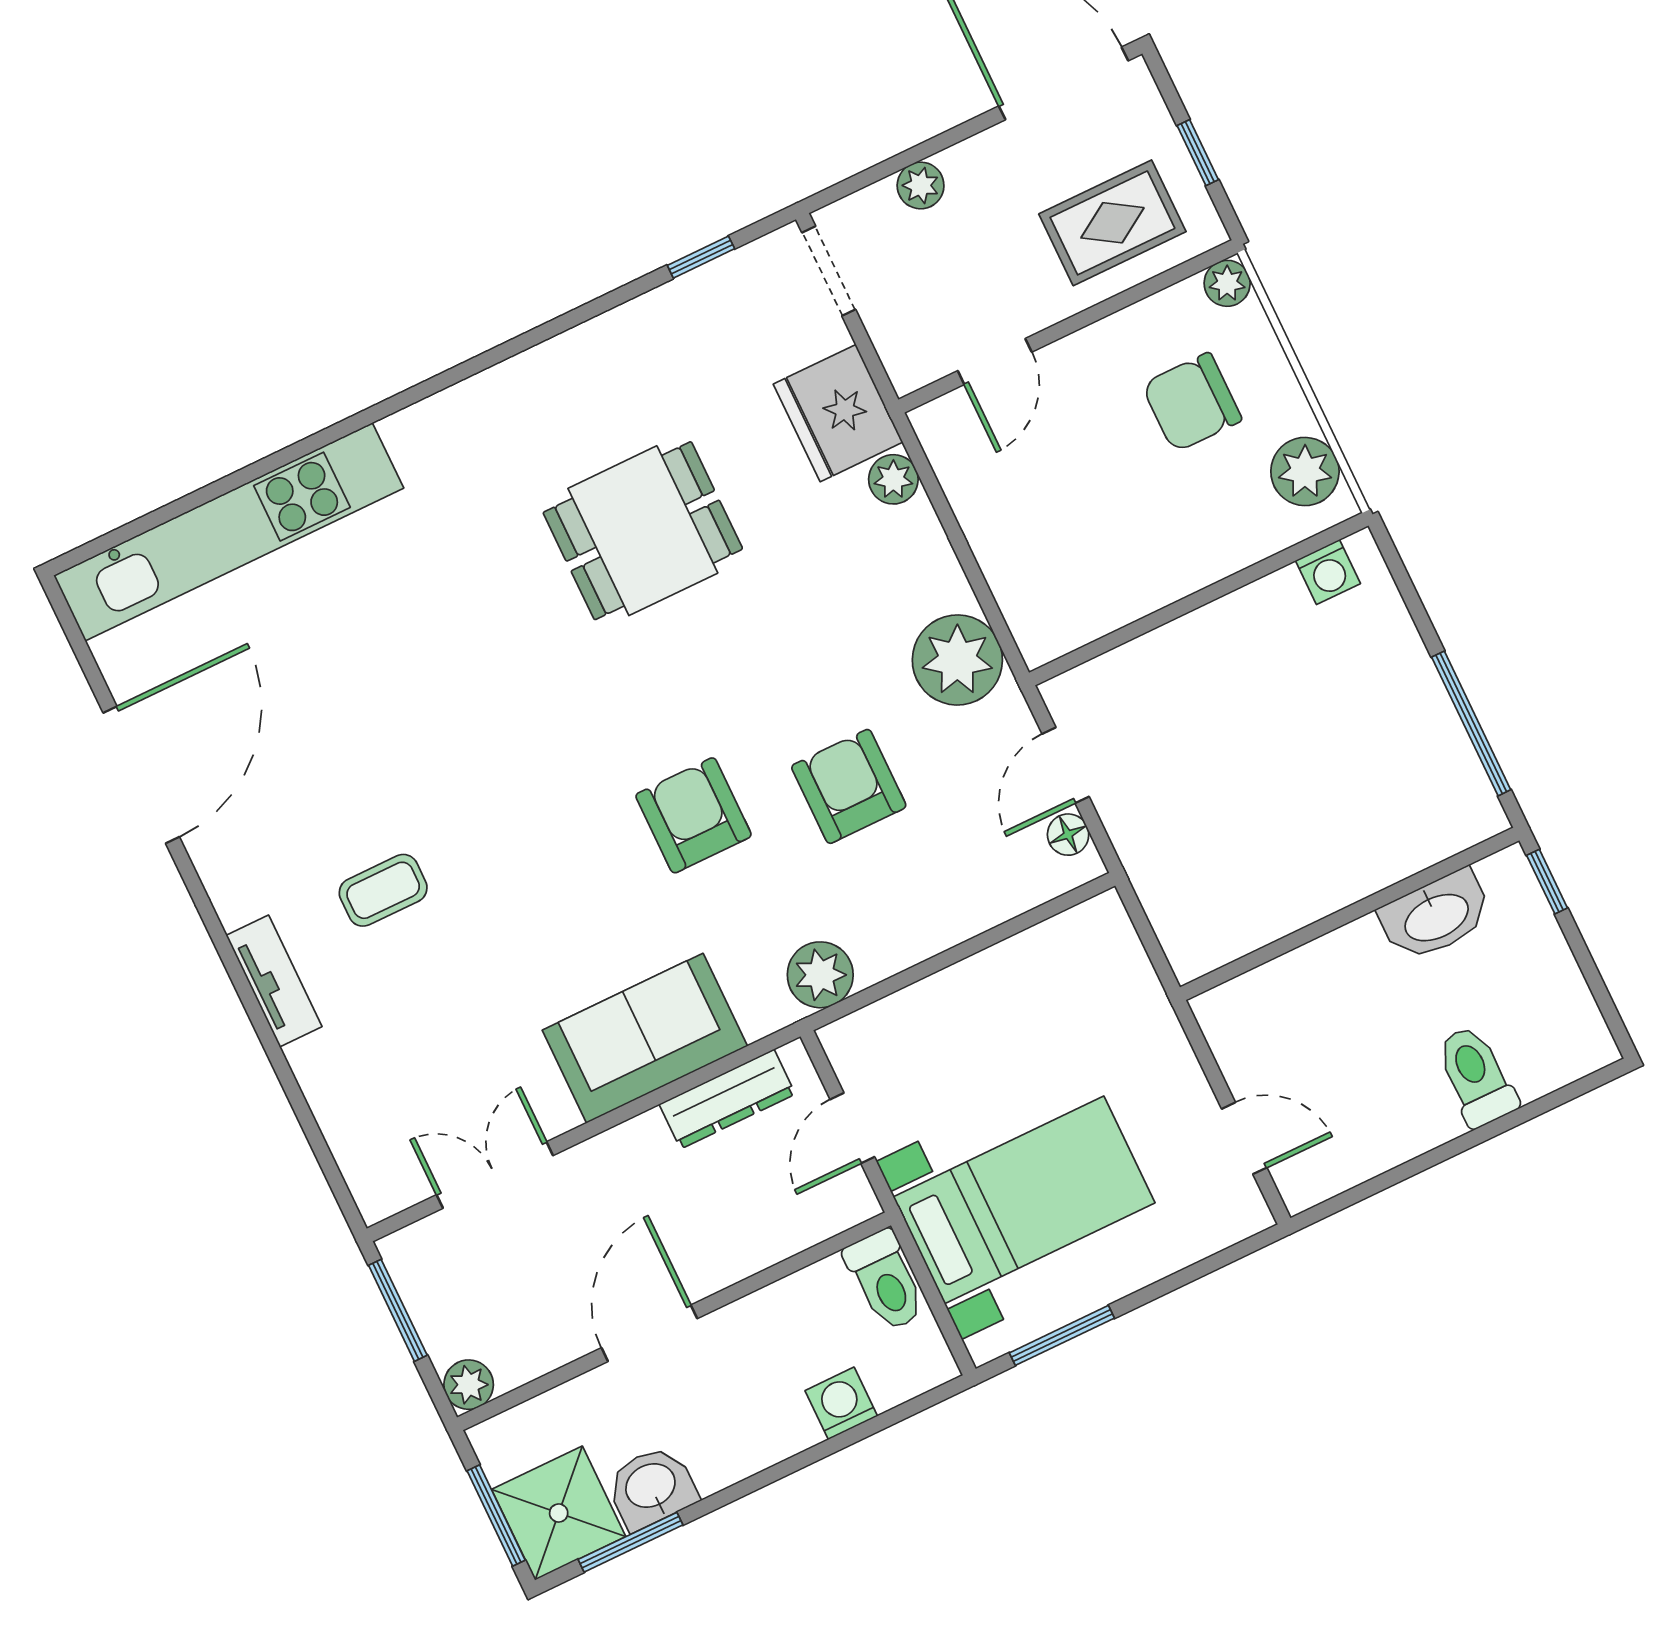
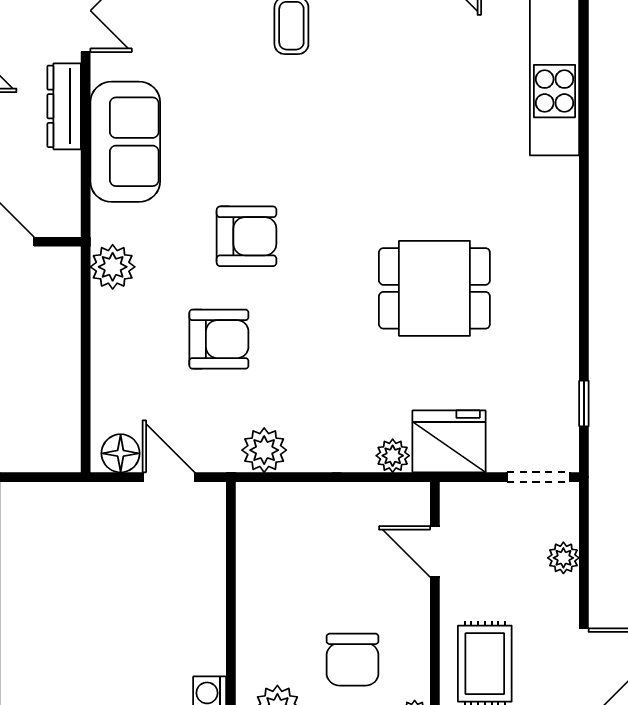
chair: (1192, 402) -> (353, 660), turned 180
dining table: (643, 531) -> (434, 288), turned 90
plant: (957, 660) -> (264, 450), width x0.73, depth x0.73
floor lamp: (1068, 835) -> (121, 453), width x1.37, depth x1.37
dresser: (727, 1099) -> (64, 106), moved

